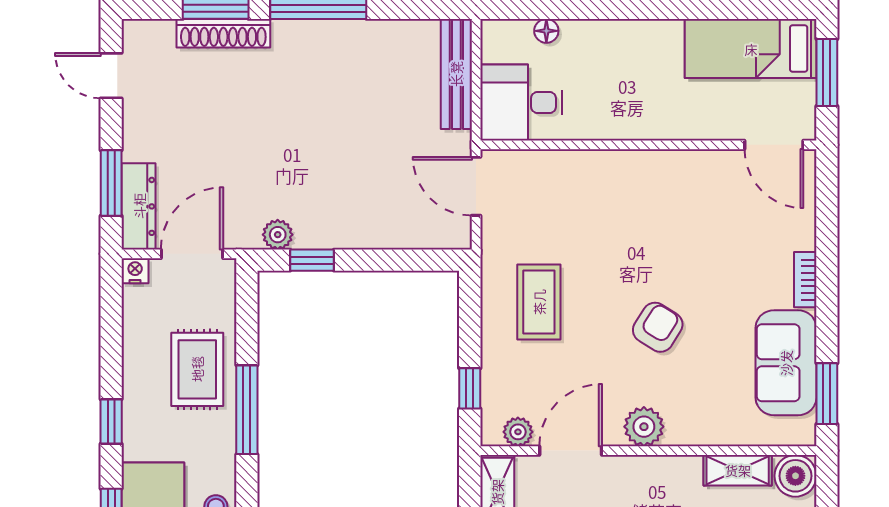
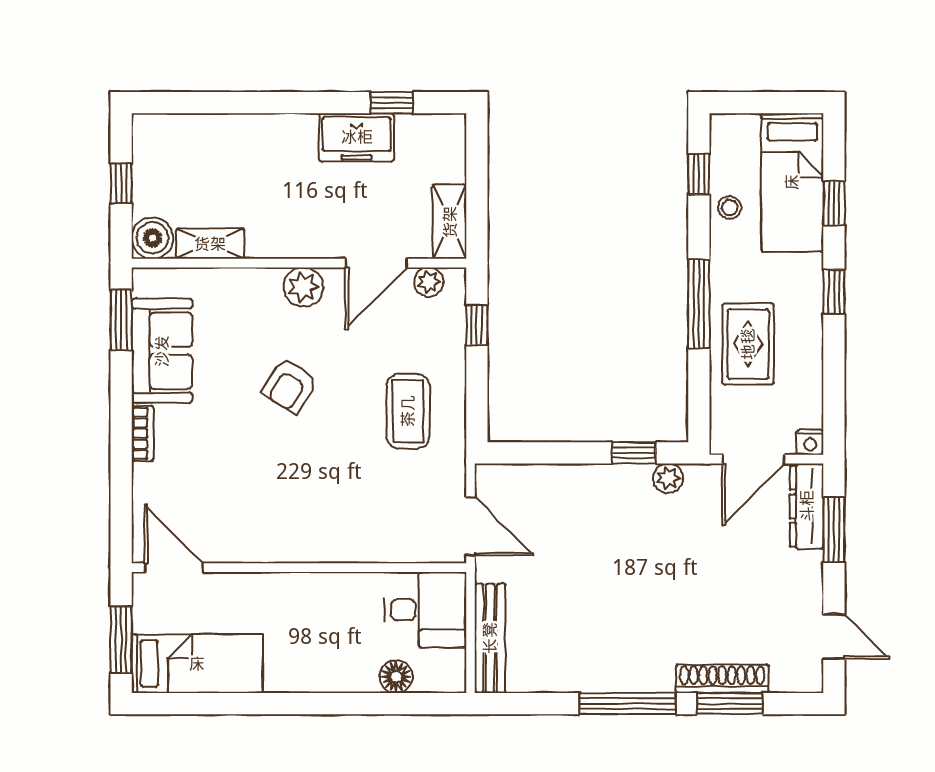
floor lamp: (546, 31) -> (396, 677), width x1.37, depth x1.37

